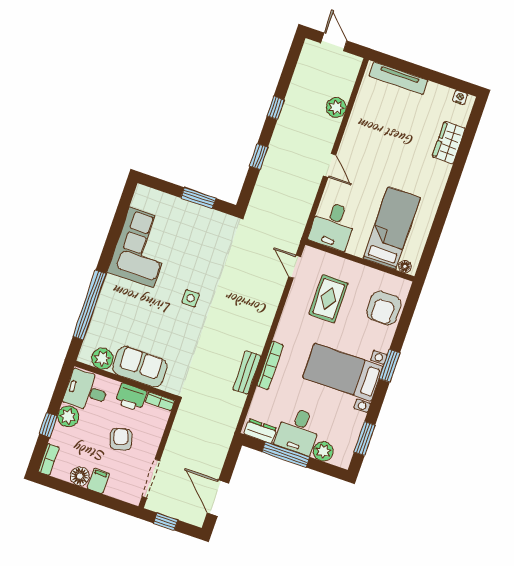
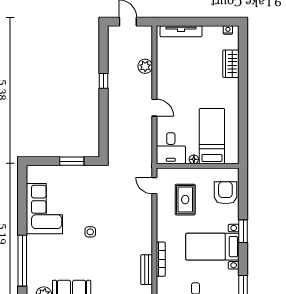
window: (259, 157) -> (104, 118), removed
floor lamp: (405, 266) -> (194, 159), moved
armchair: (384, 308) -> (225, 193), turned 180

